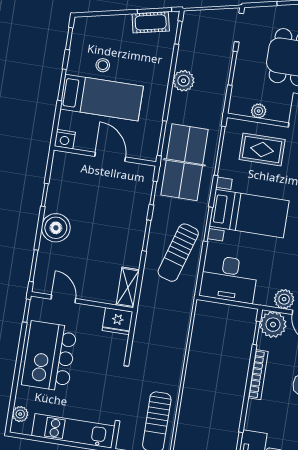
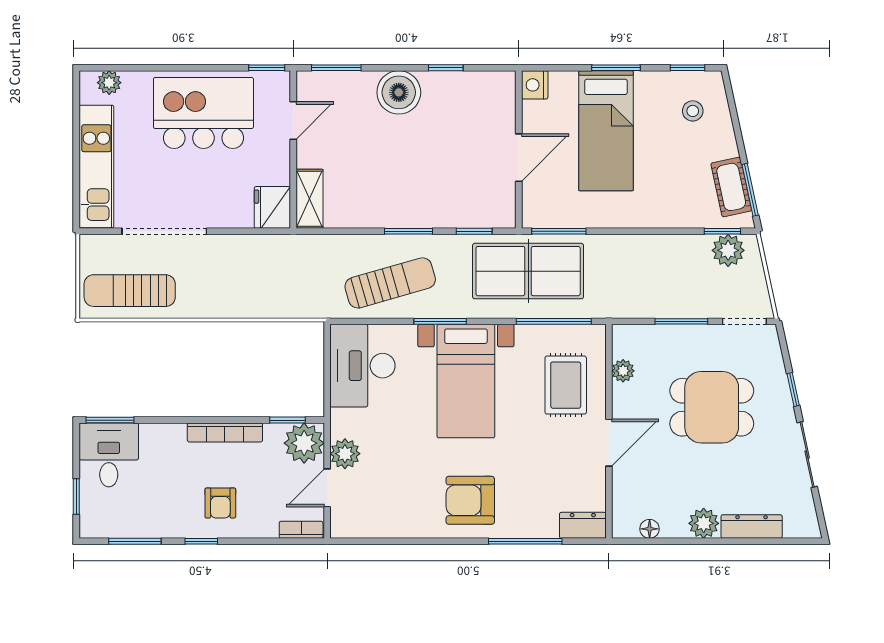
stool: (103, 65) -> (693, 111), moved
plant: (184, 81) -> (728, 250), moved
sun lounger: (178, 253) -> (390, 283), turned 147
shelving: (128, 287) -> (309, 199), moved, turned 90

